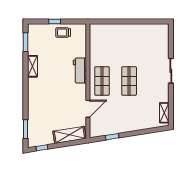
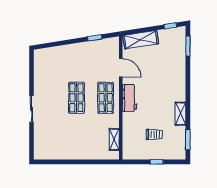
trolley: (63, 32) -> (154, 134), moved
workbench: (80, 70) -> (129, 98), moved
door: (88, 109) -> (121, 68), swing flipped
shelving: (164, 113) -> (114, 139), moved

